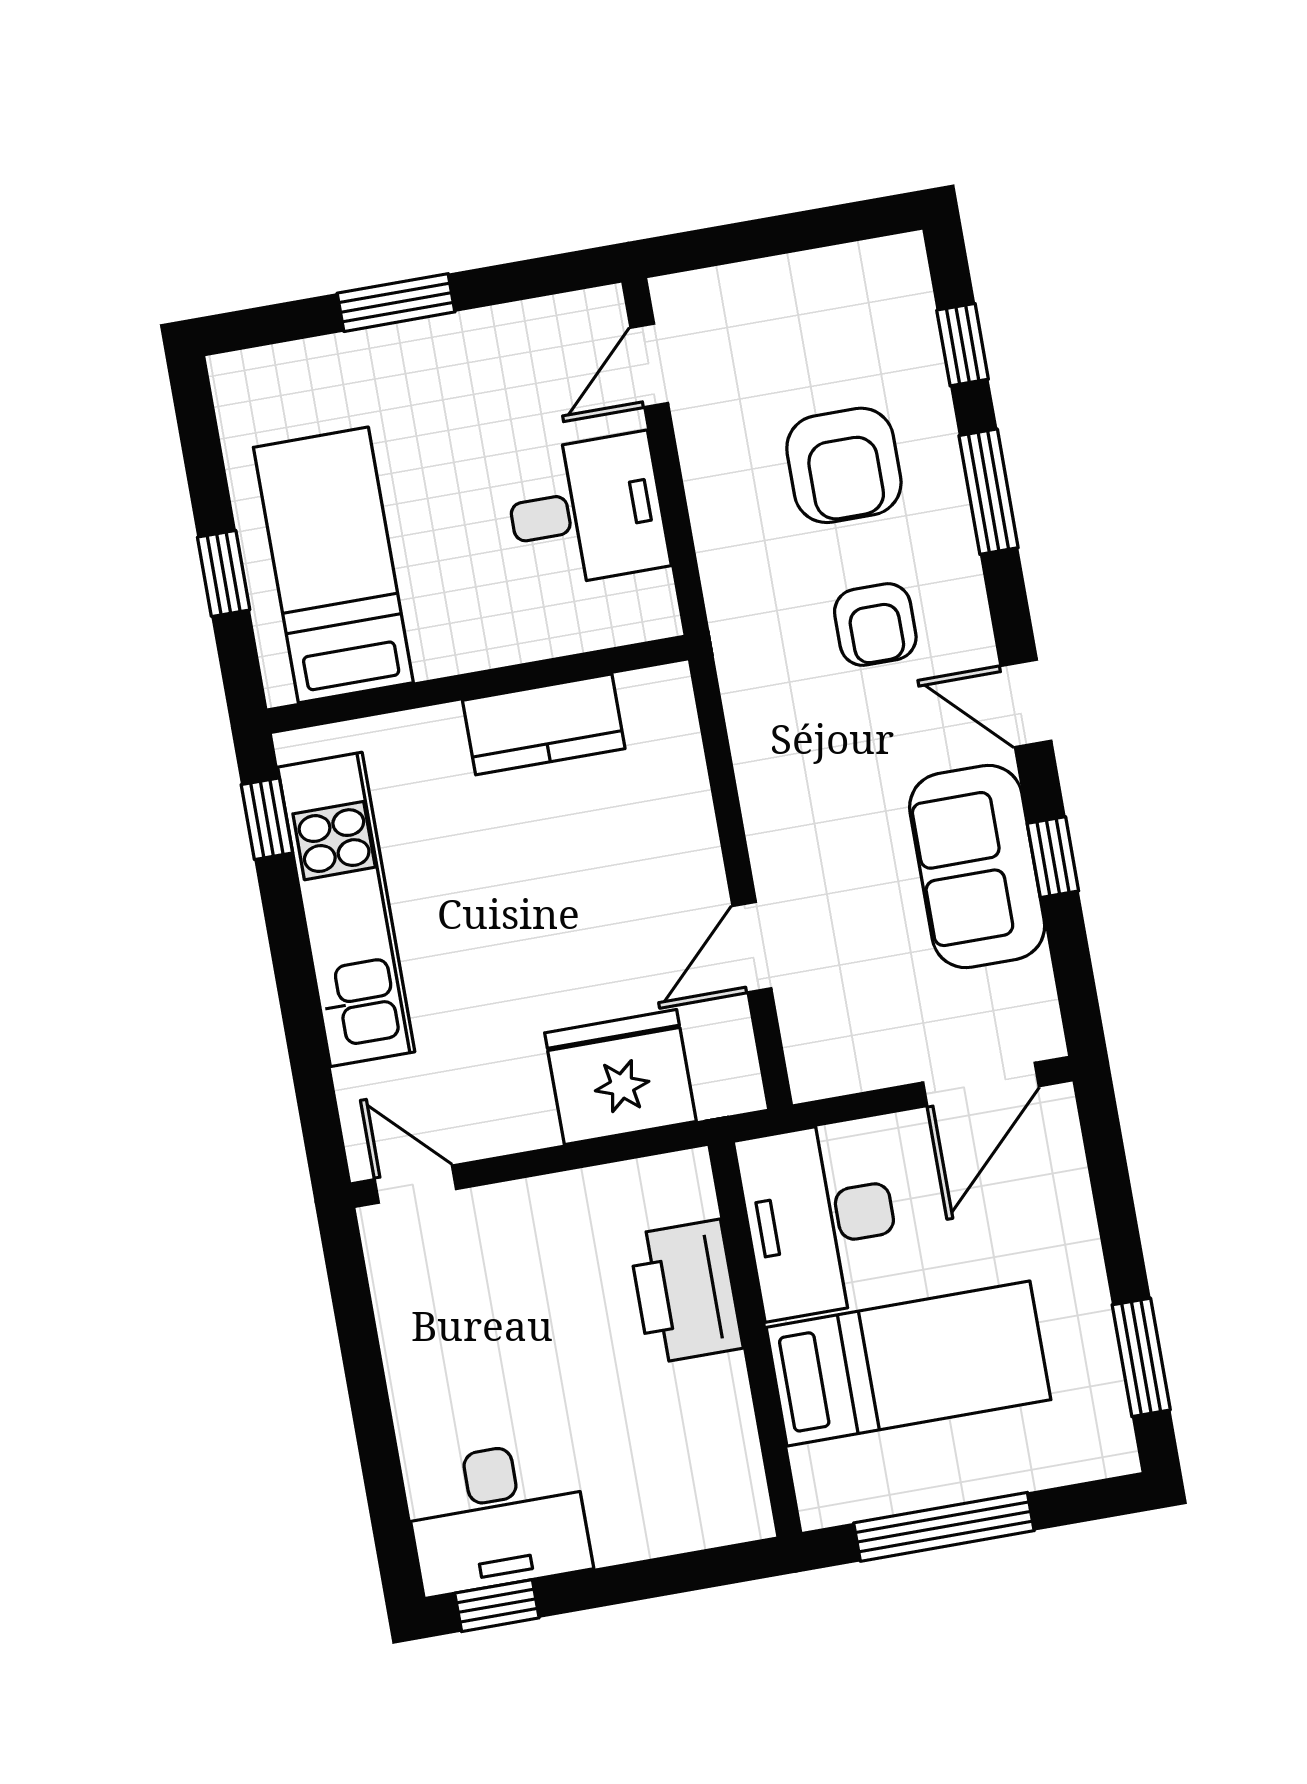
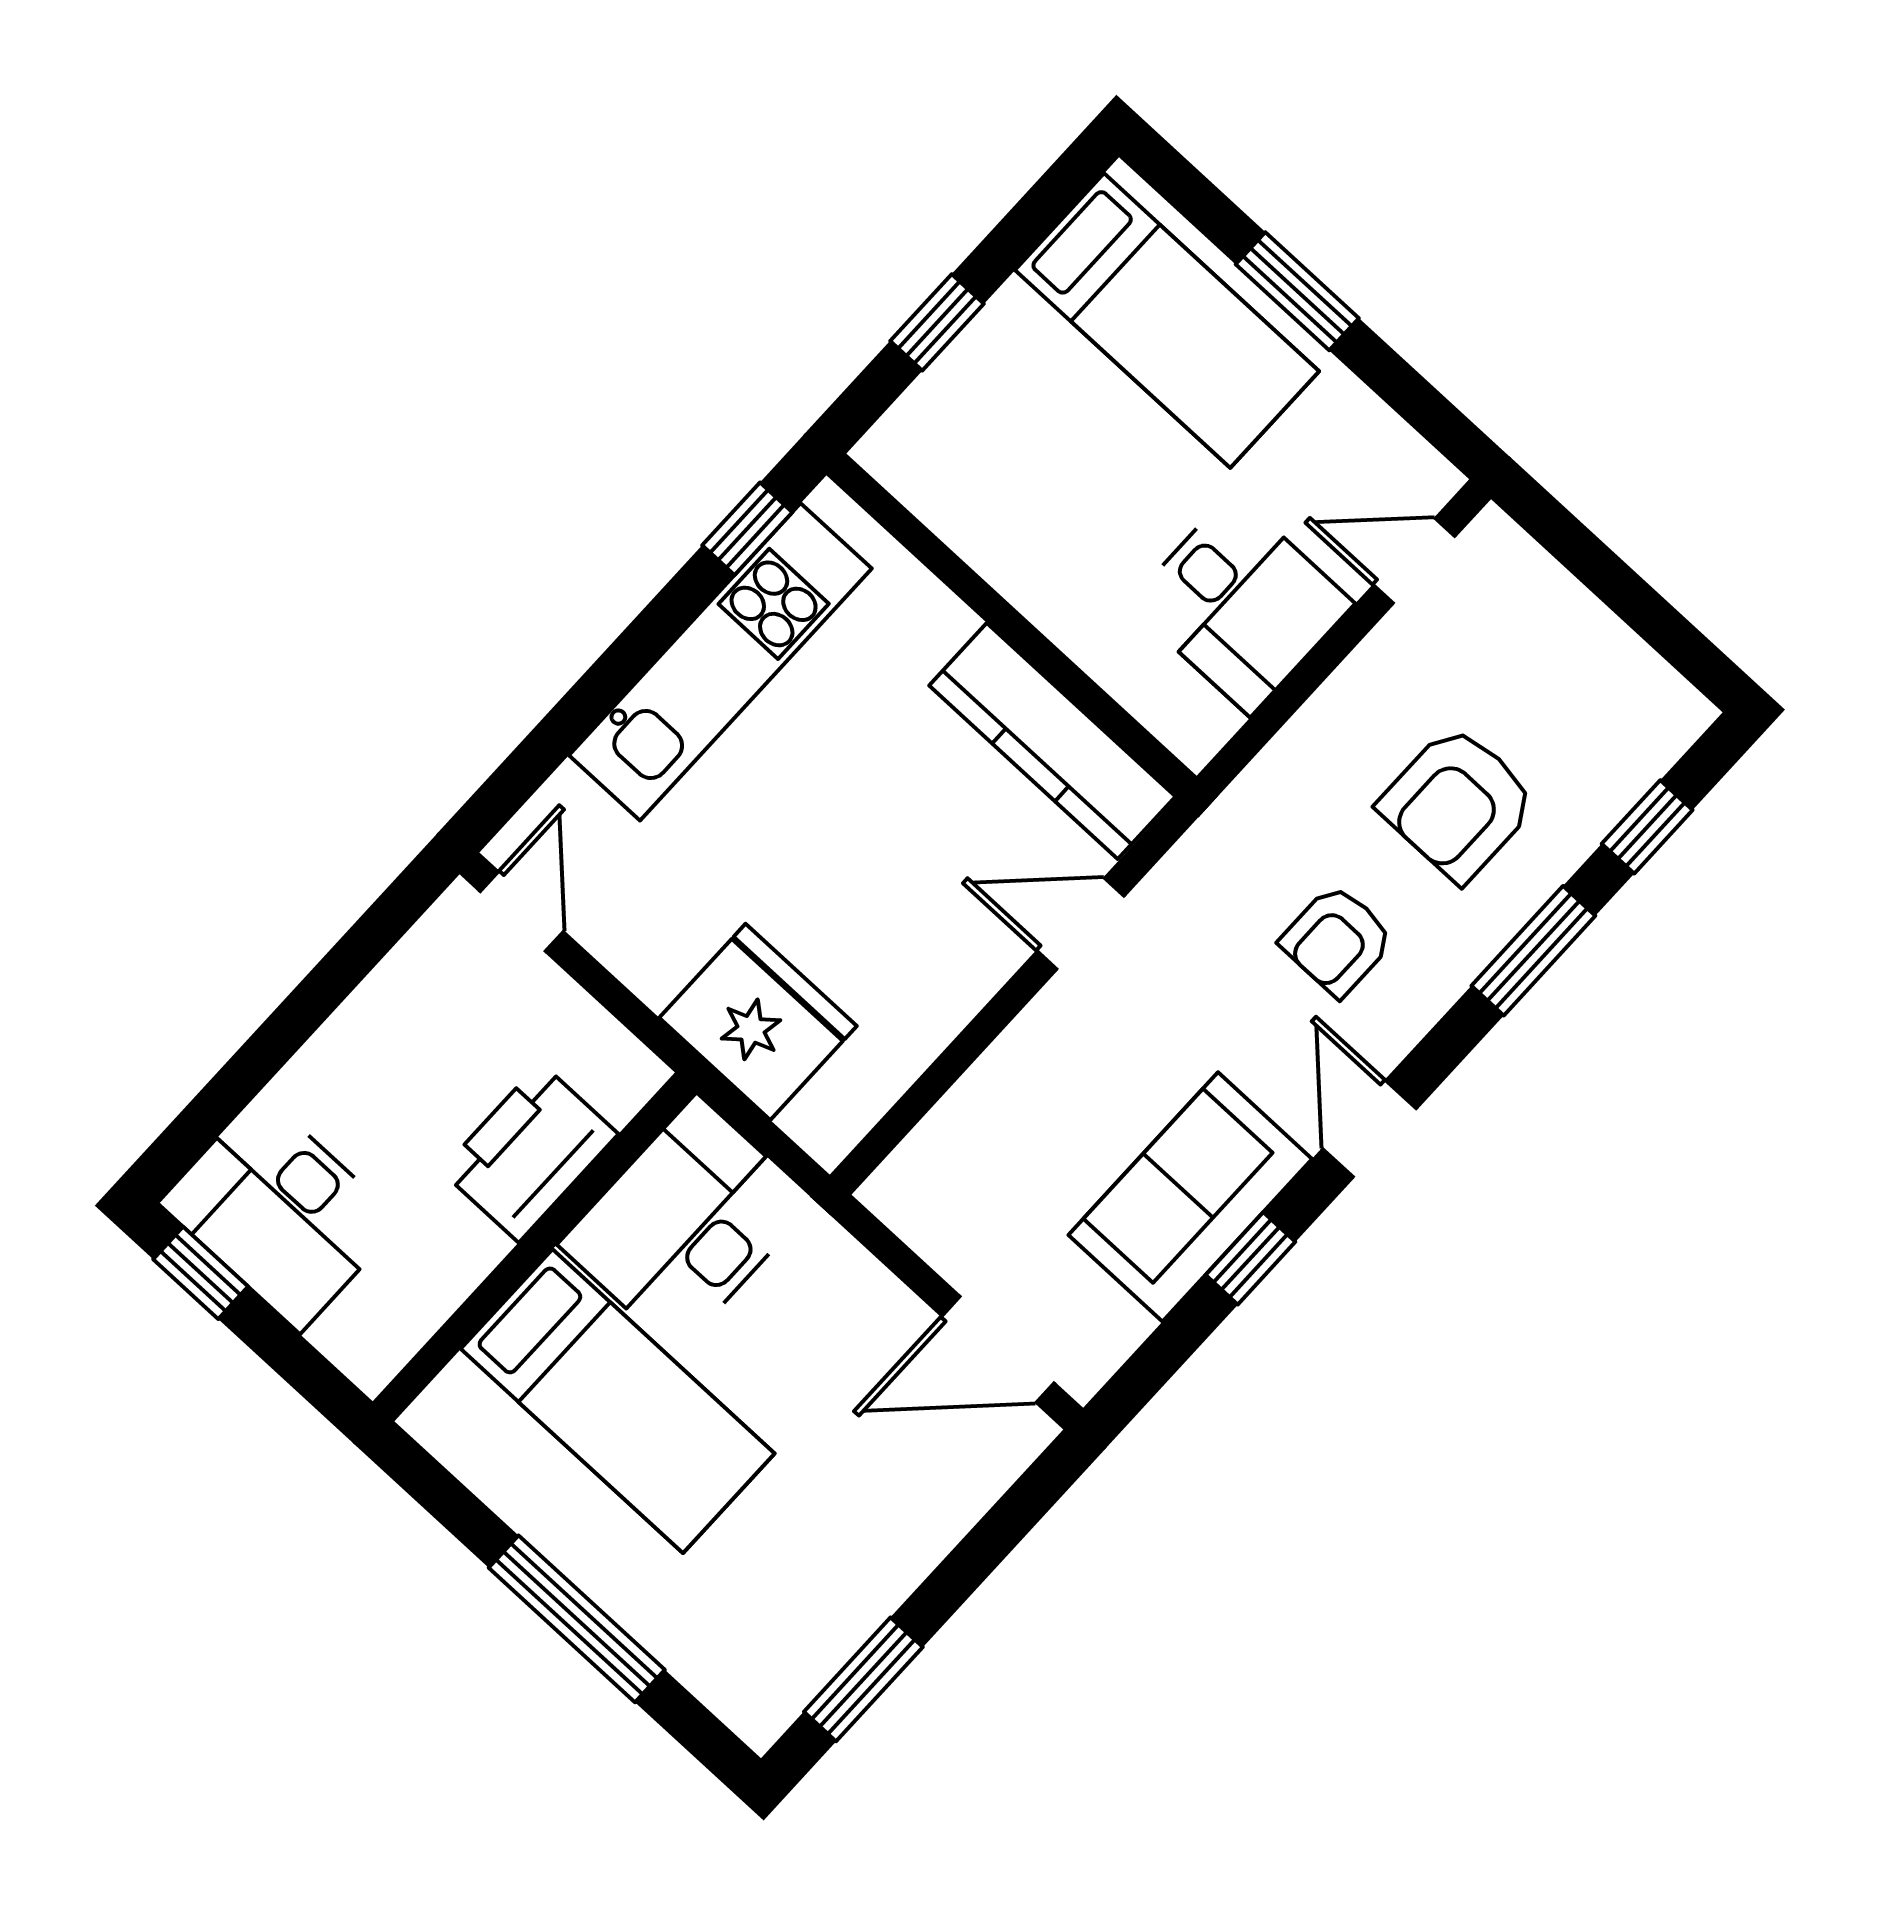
bed: (333, 565) -> (1167, 321), moved, turned 90
kitchen counter: (544, 724) -> (1052, 741), width x1.50
door: (752, 947) -> (1081, 924), moved
desk: (820, 1219) -> (687, 1224), moved
printer: (685, 1292) -> (530, 1152), moved
wall: (755, 1339) -> (535, 1247), moved
bed: (908, 1364) -> (618, 1401), moved

